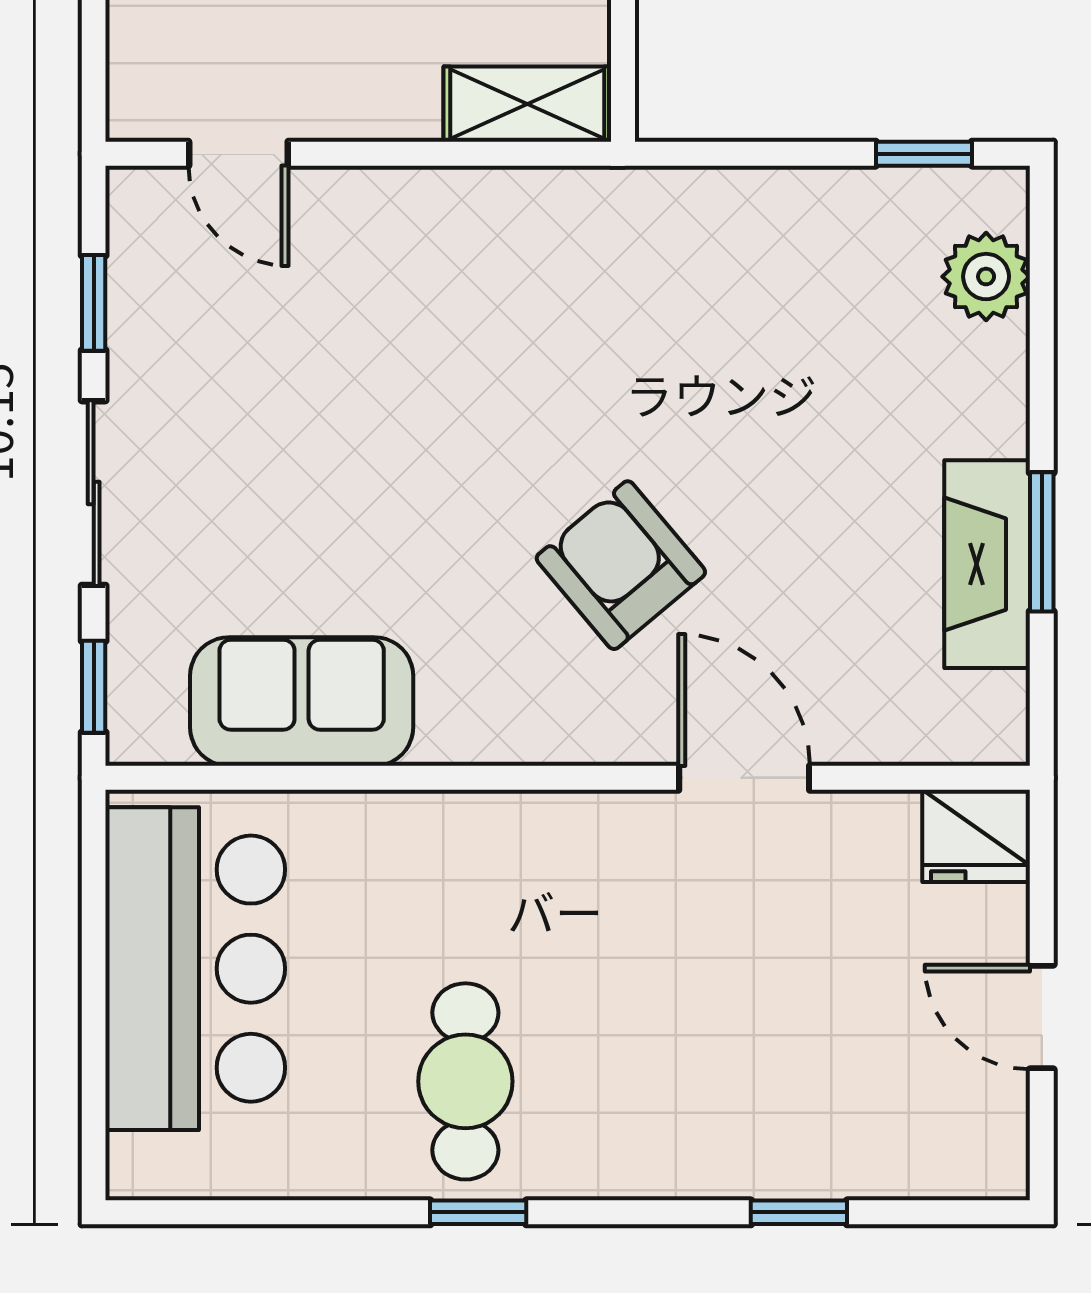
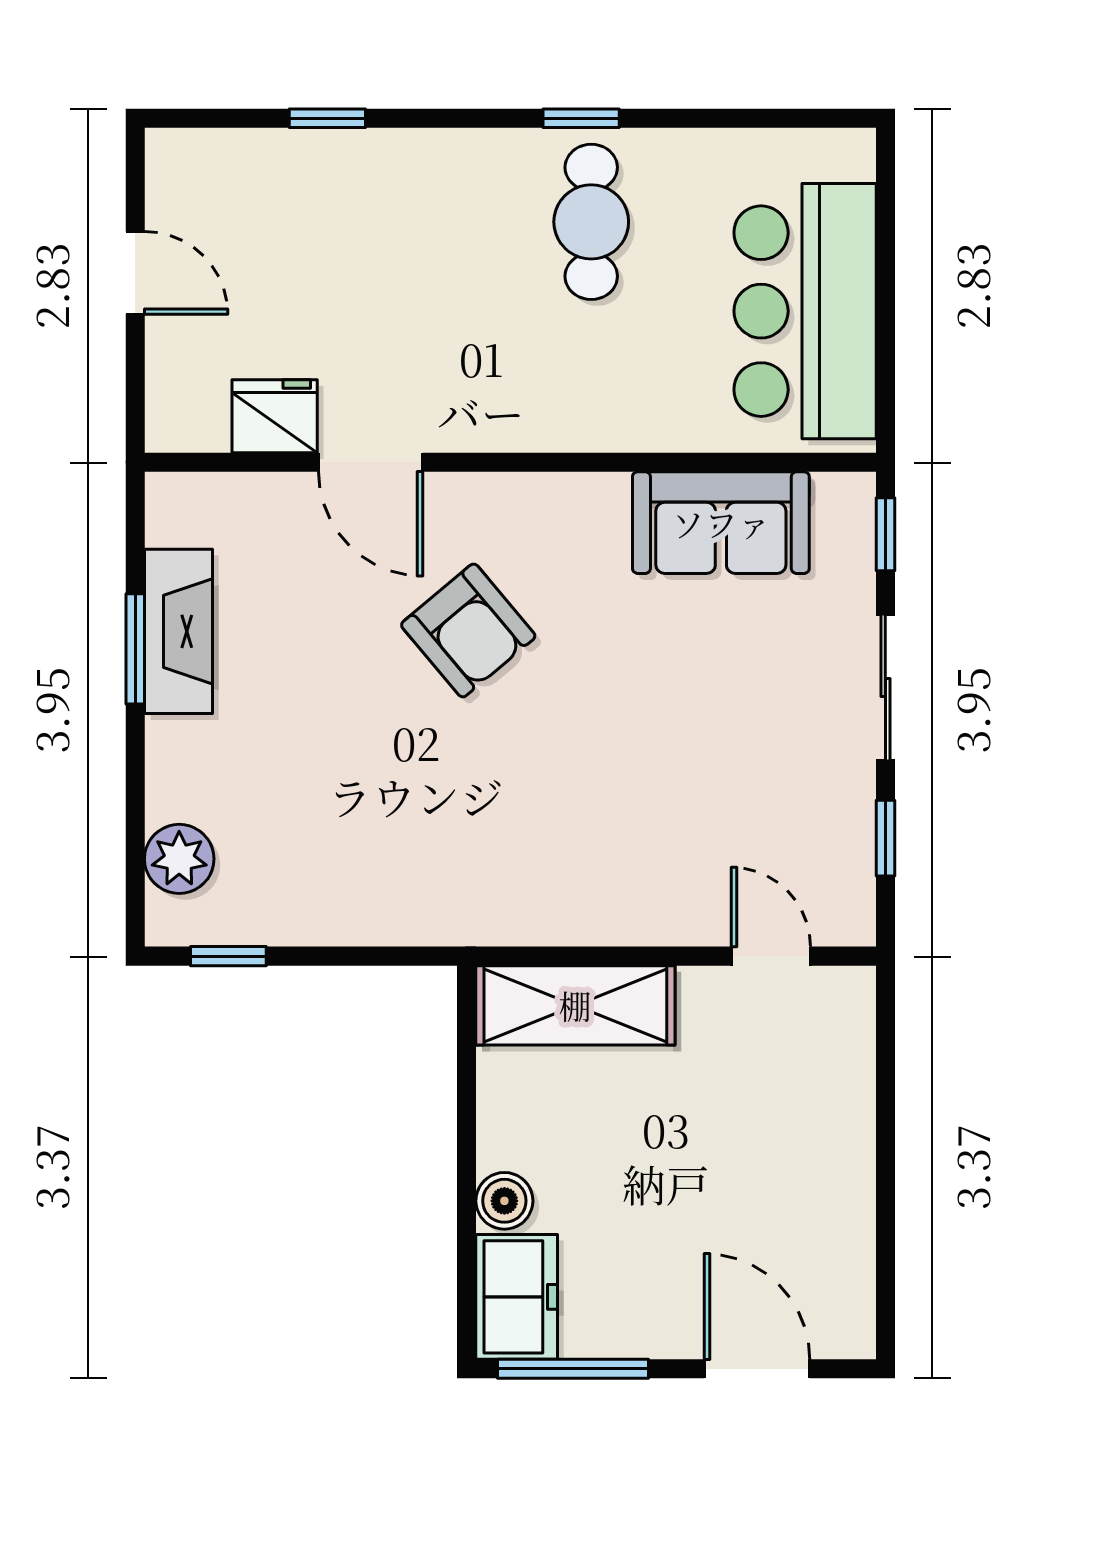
shelving: (527, 104) -> (575, 1005), width x1.50, depth x1.33
fridge: (976, 836) -> (275, 416), moved

